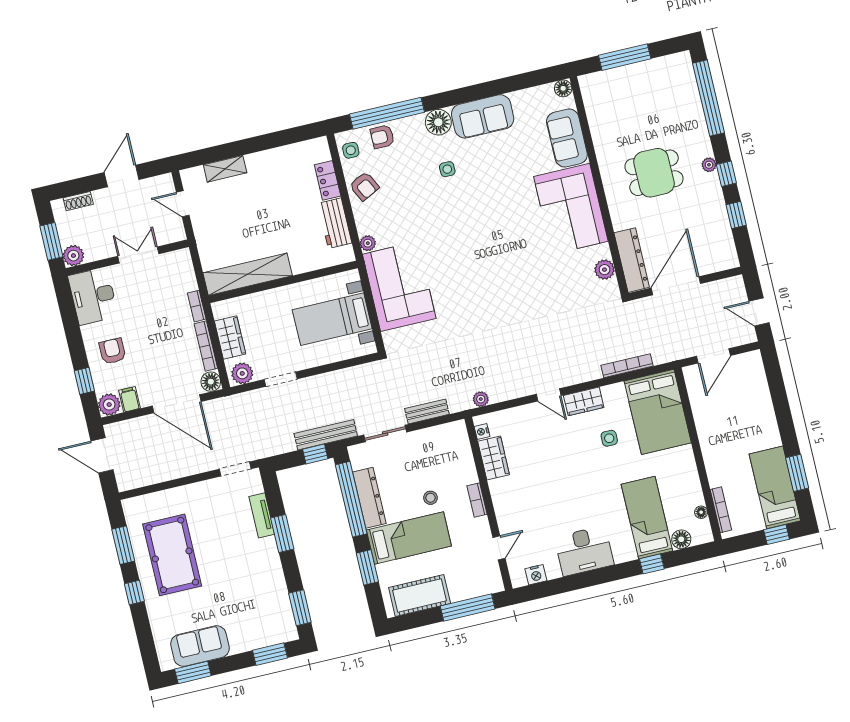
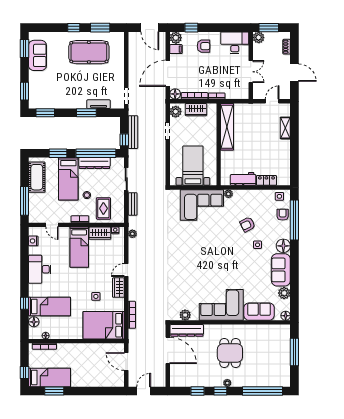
plant: (523, 101) -> (284, 293), added
armchair: (364, 186) -> (247, 224), moved
bench: (326, 435) -> (133, 132), moved
door: (102, 455) -> (150, 28), swing flipped
rug: (447, 462) -> (103, 208), added
bed: (528, 489) -> (79, 247), added

